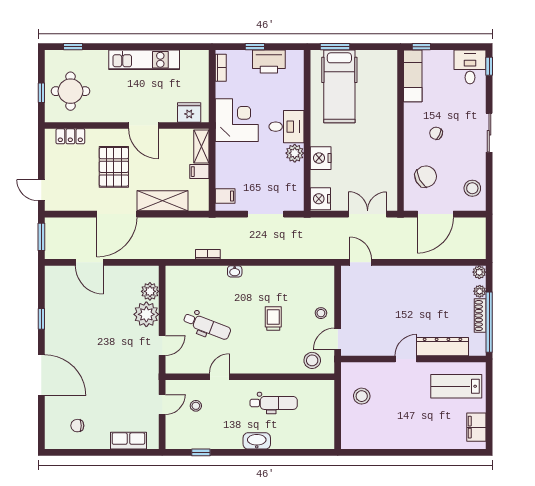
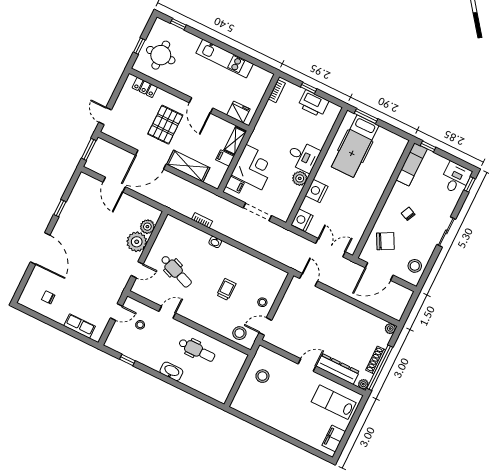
corner desk: (237, 120) -> (254, 167), moved
plant: (480, 291) -> (363, 384), moved

